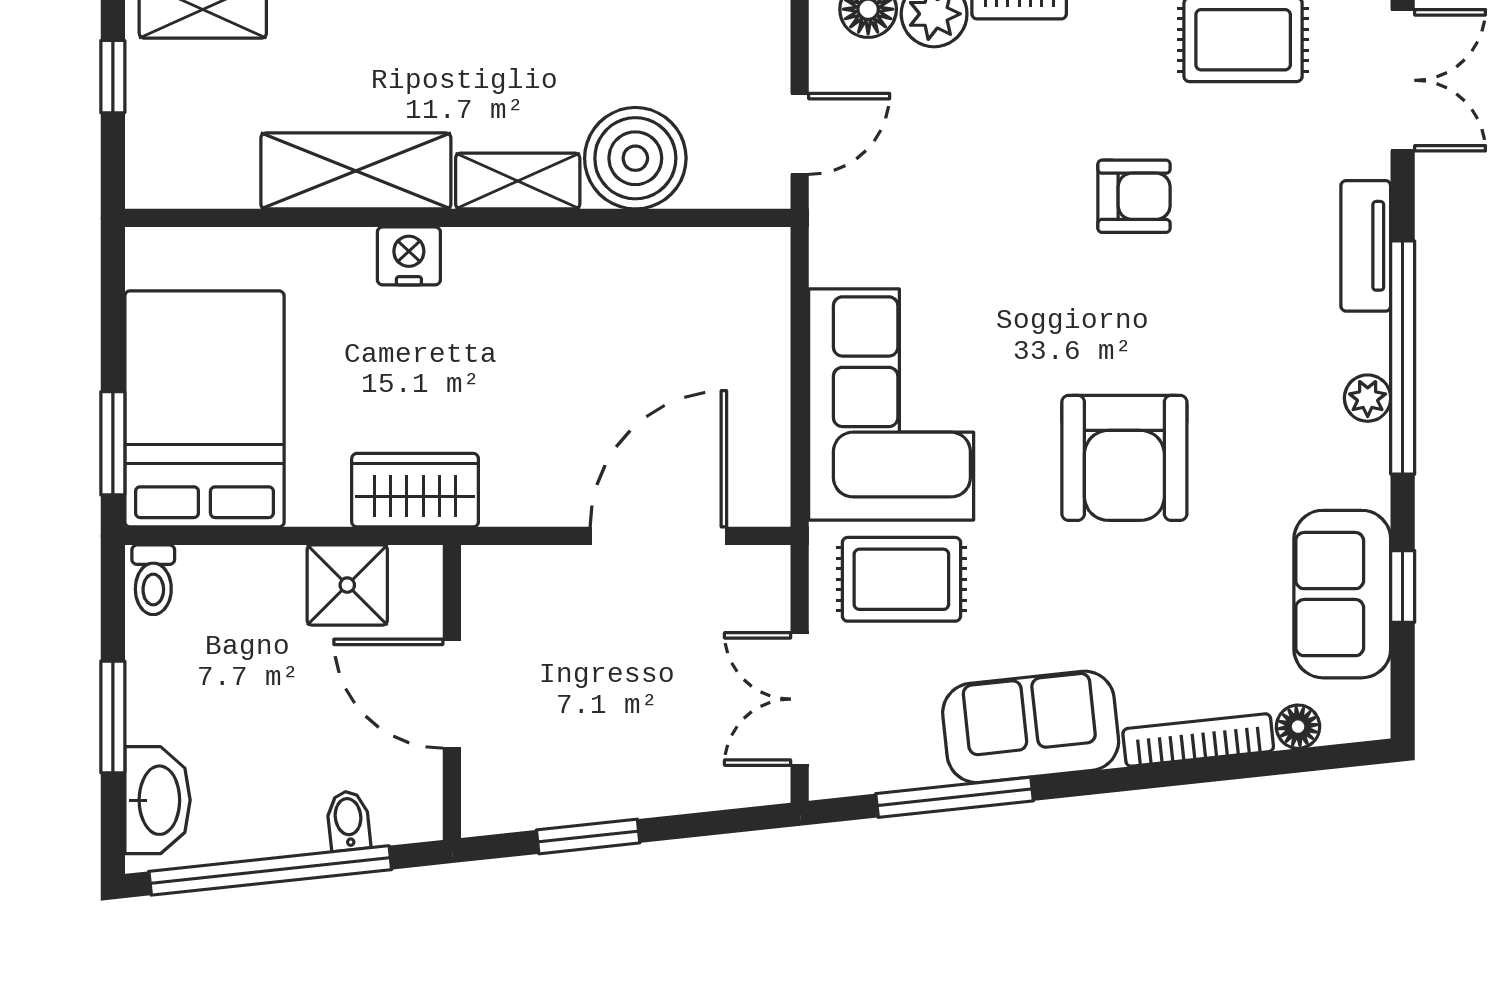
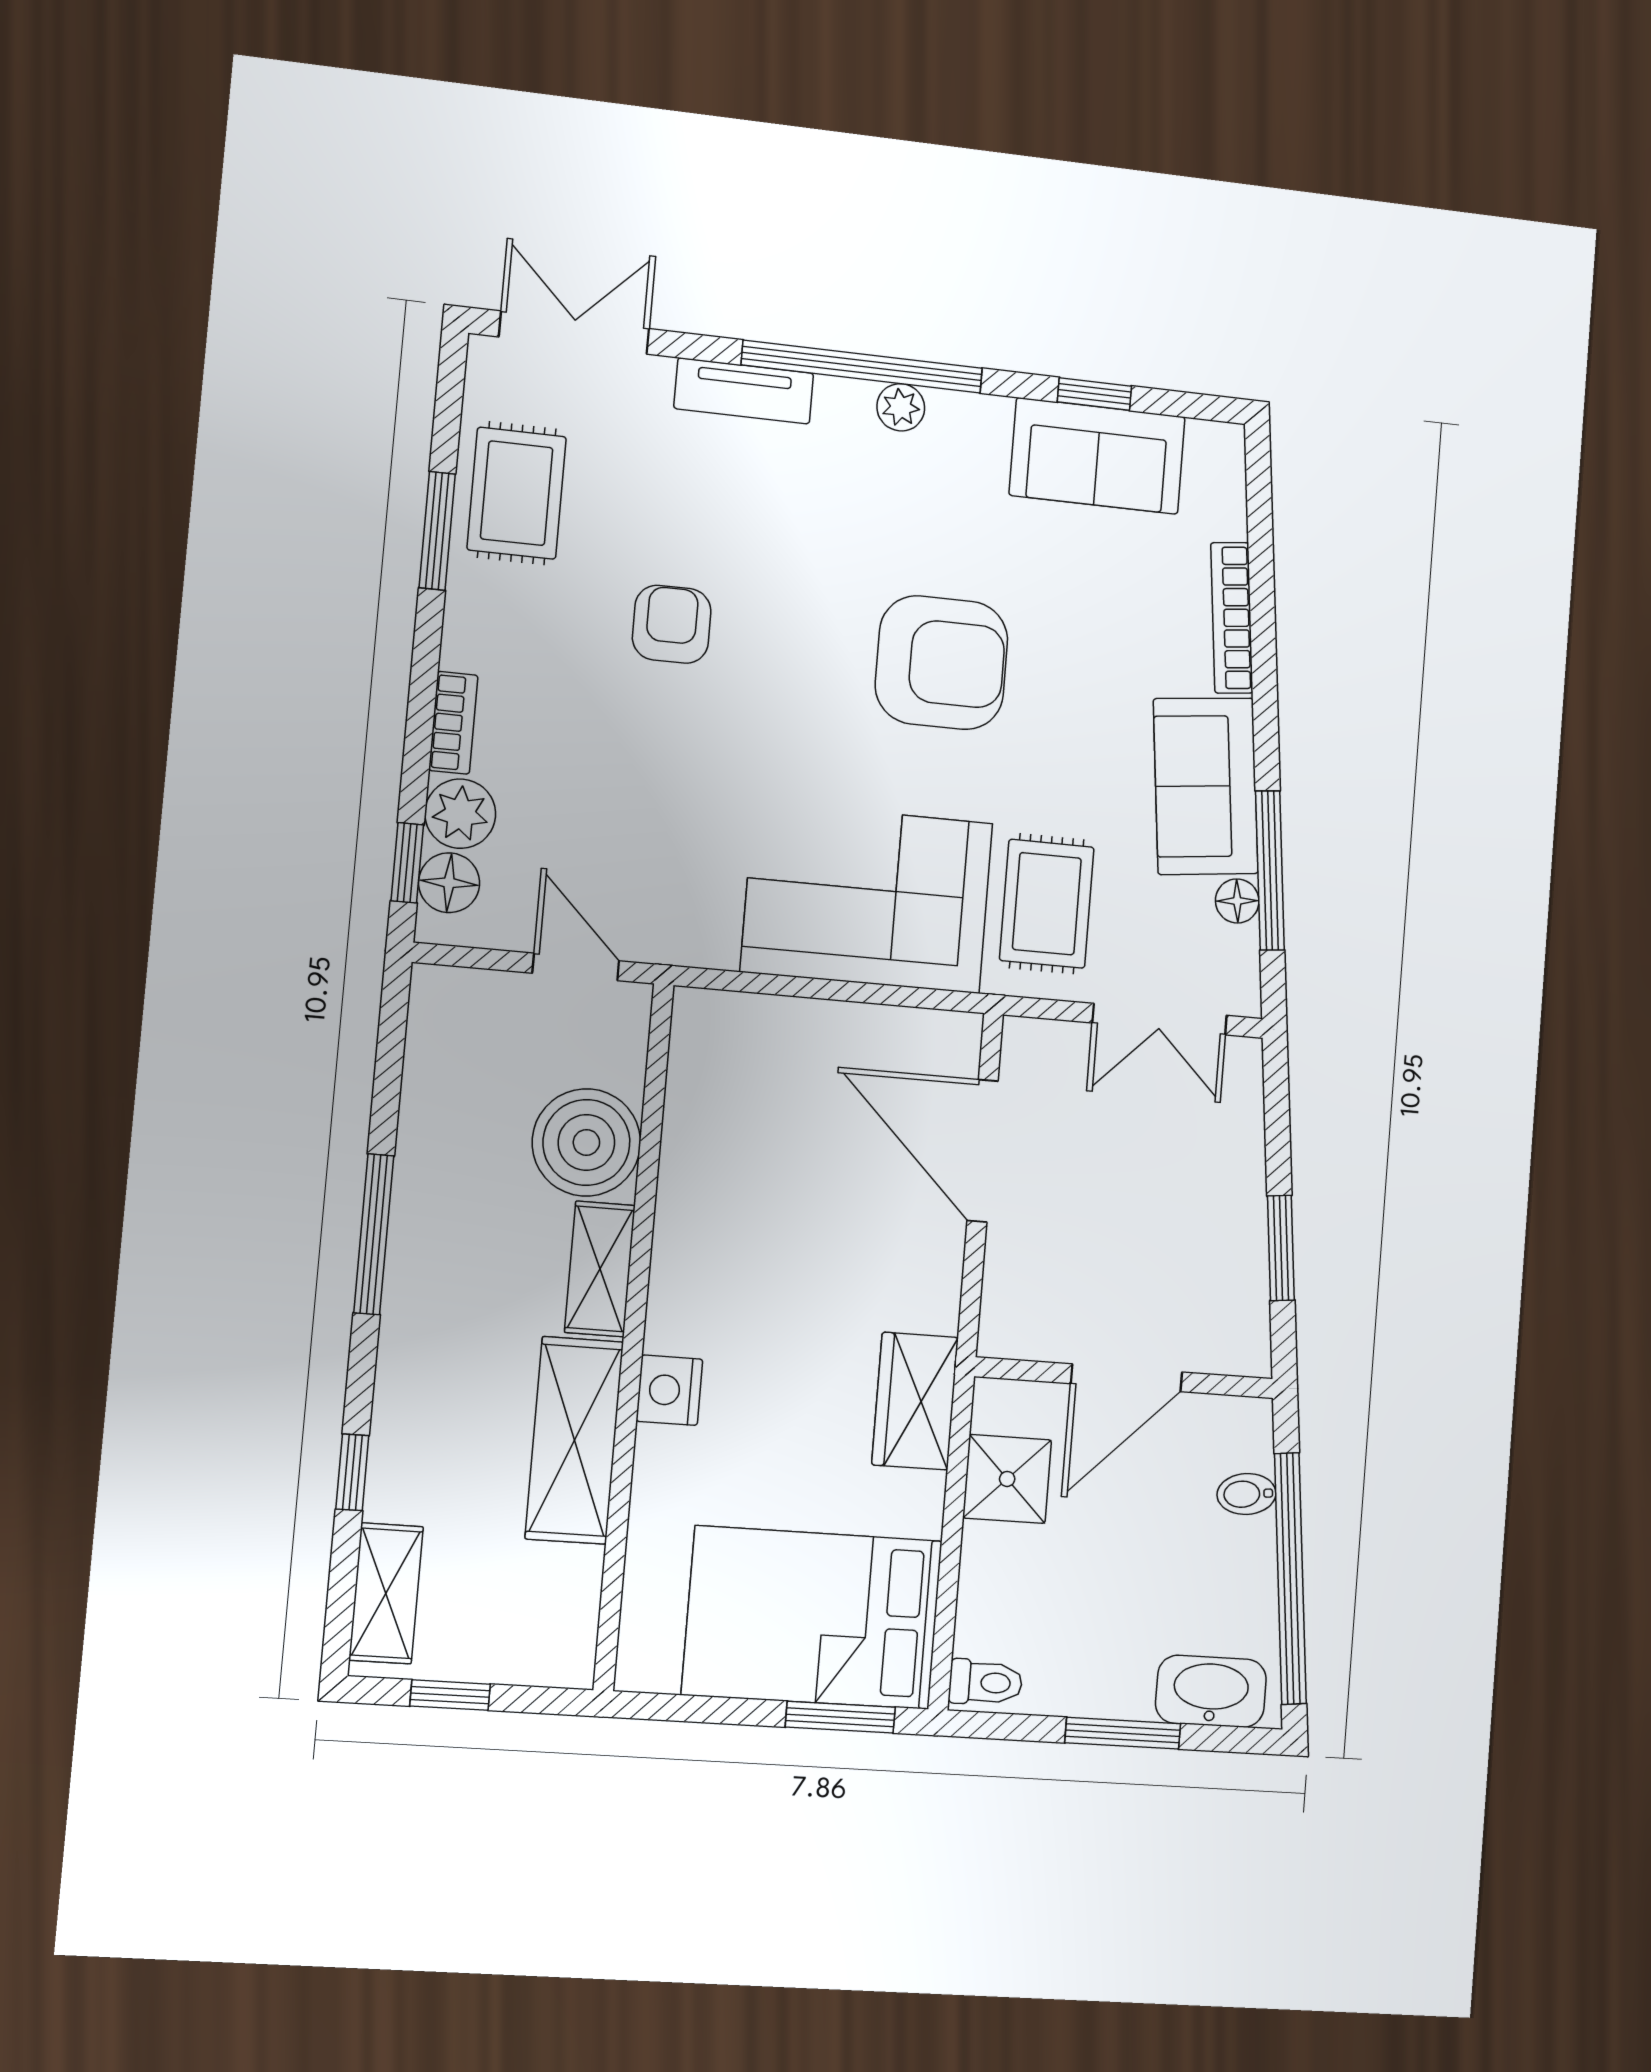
floor lamp: (1298, 727) -> (1237, 901), moved

